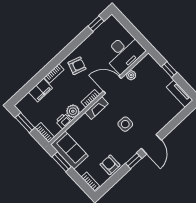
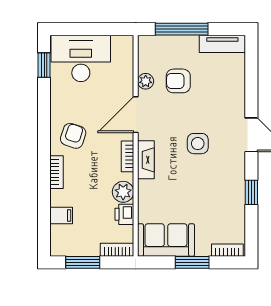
desk: (124, 53) -> (81, 58), moved, turned -90
window: (169, 70) -> (182, 29), width x2.17
filing cabinet: (40, 90) -> (61, 215), width x0.50
window: (134, 161) -> (251, 192), moved
window: (62, 162) -> (192, 262), moved
armchair: (110, 165) -> (178, 81), moved

